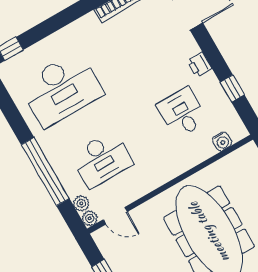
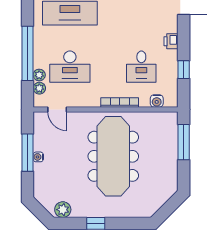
desk: (182, 113) -> (141, 67), turned 180
bookcase: (181, 167) -> (120, 102), added
plant: (90, 218) -> (39, 75), moved

